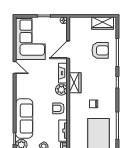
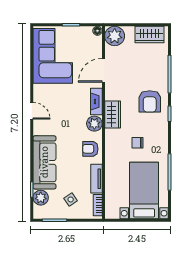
plant: (76, 24) -> (115, 36), added
armchair: (100, 50) -> (150, 101), moved, turned 90
door: (15, 68) -> (32, 111), moved

